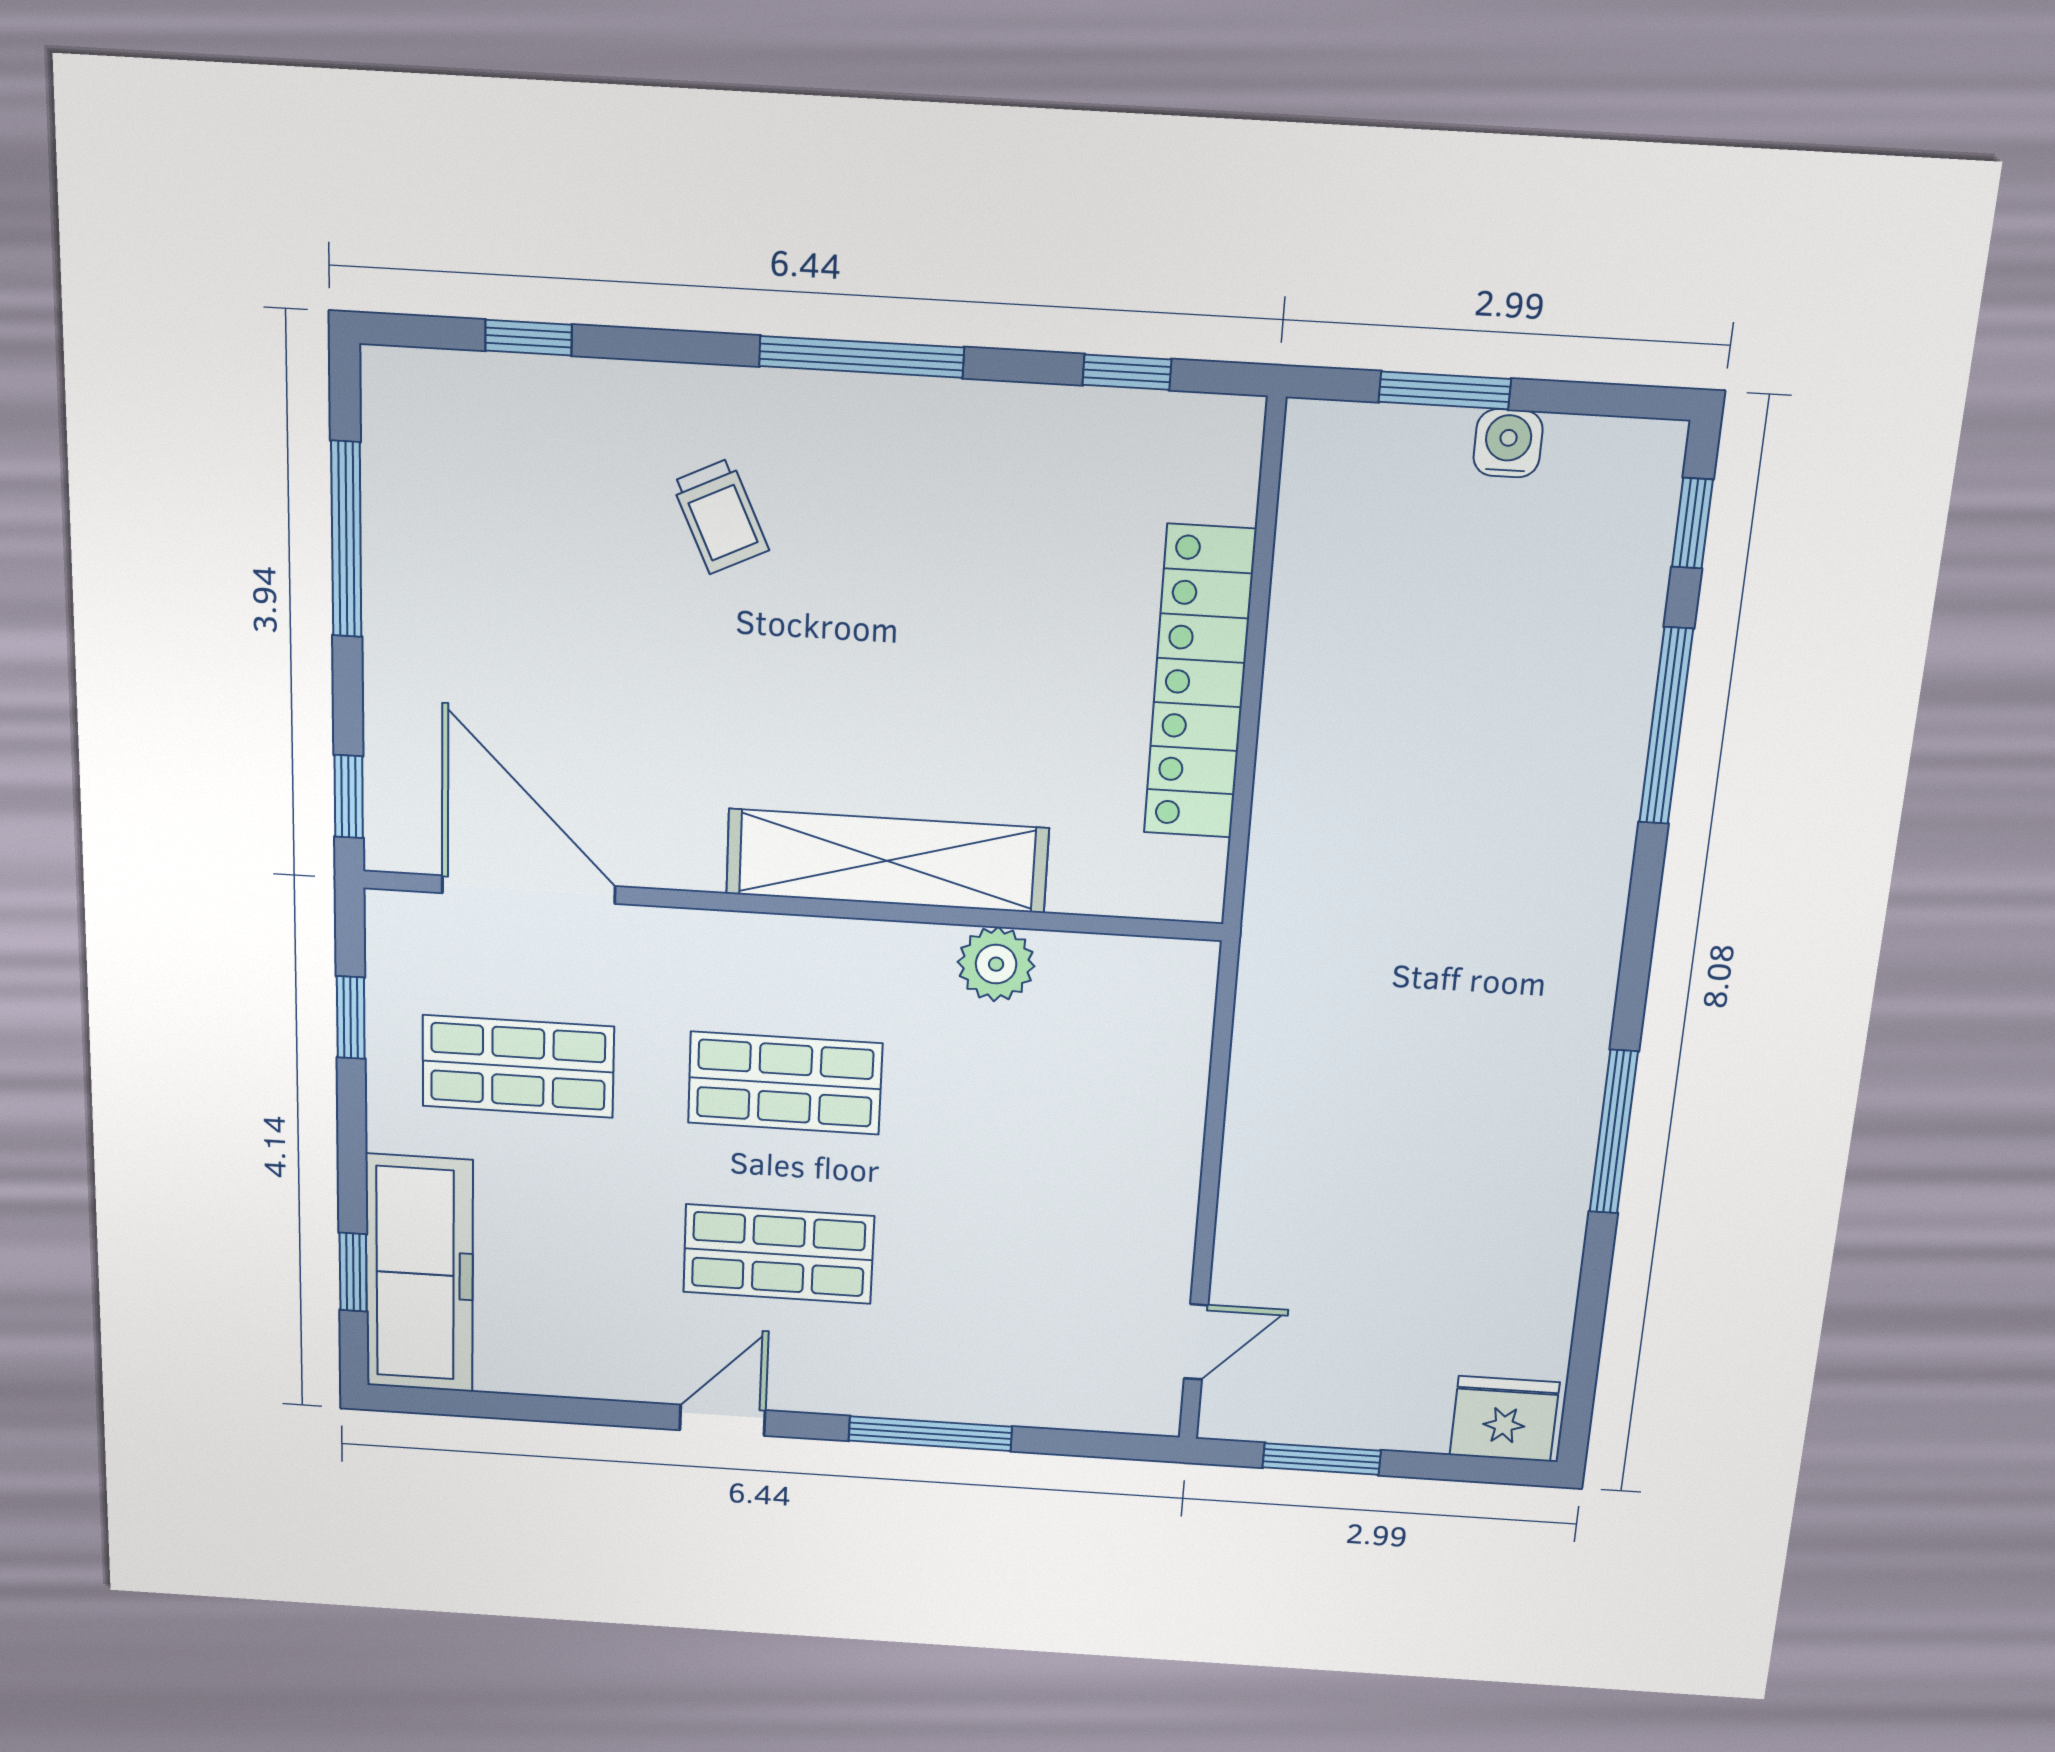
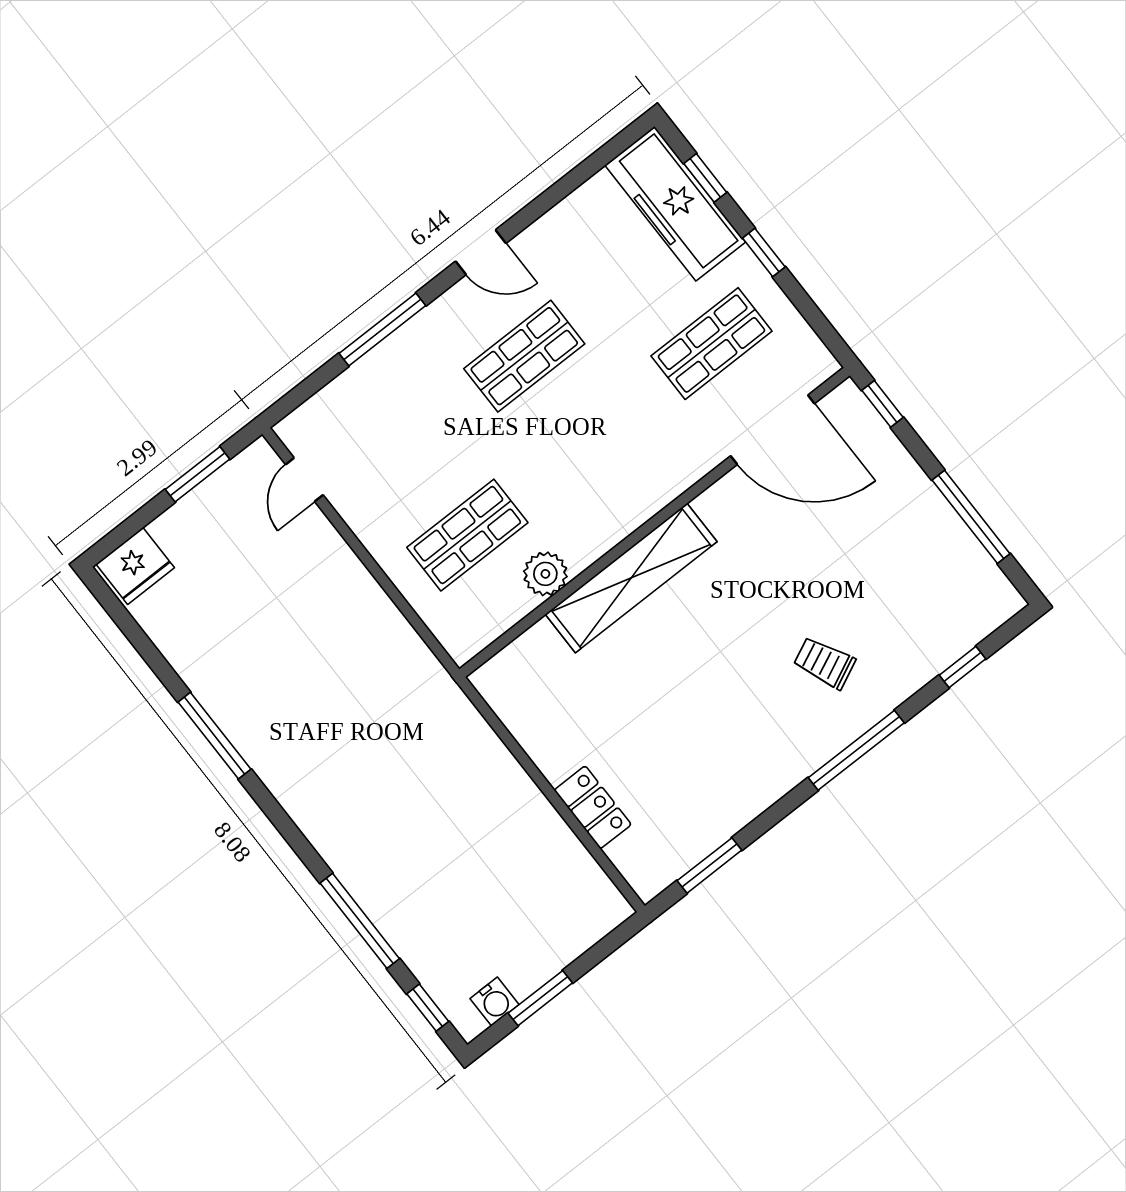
window: (862, 357) -> (856, 750), moved
window: (1127, 372) -> (709, 865), width x1.50
window: (1445, 390) -> (540, 998), moved
water cooler: (1508, 443) -> (494, 1002), moved
locker: (1200, 683) -> (593, 807), width x0.46, depth x0.83
window: (351, 1018) -> (764, 252), moved
shop shelf: (785, 1083) -> (467, 535), moved
door: (722, 1420) -> (481, 252), hinge flipped

